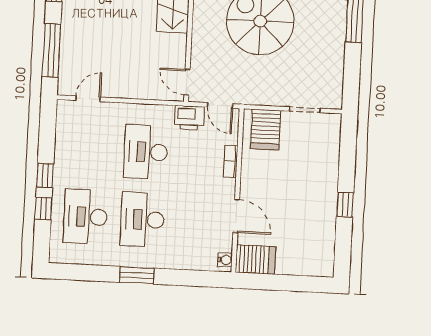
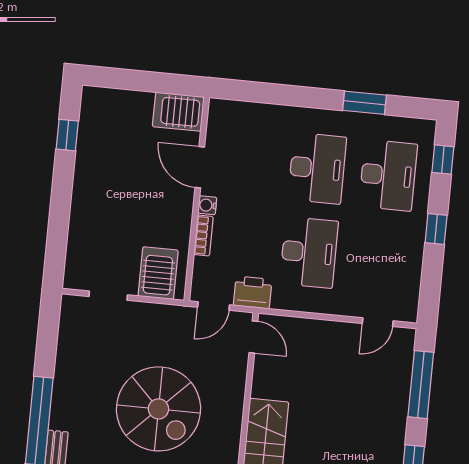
door: (220, 105) -> (214, 306), swing flipped
window: (345, 205) -> (67, 135), moved
window: (43, 208) -> (443, 160), moved
water cooler: (225, 260) -> (207, 205), moved
window: (137, 275) -> (365, 103), moved

